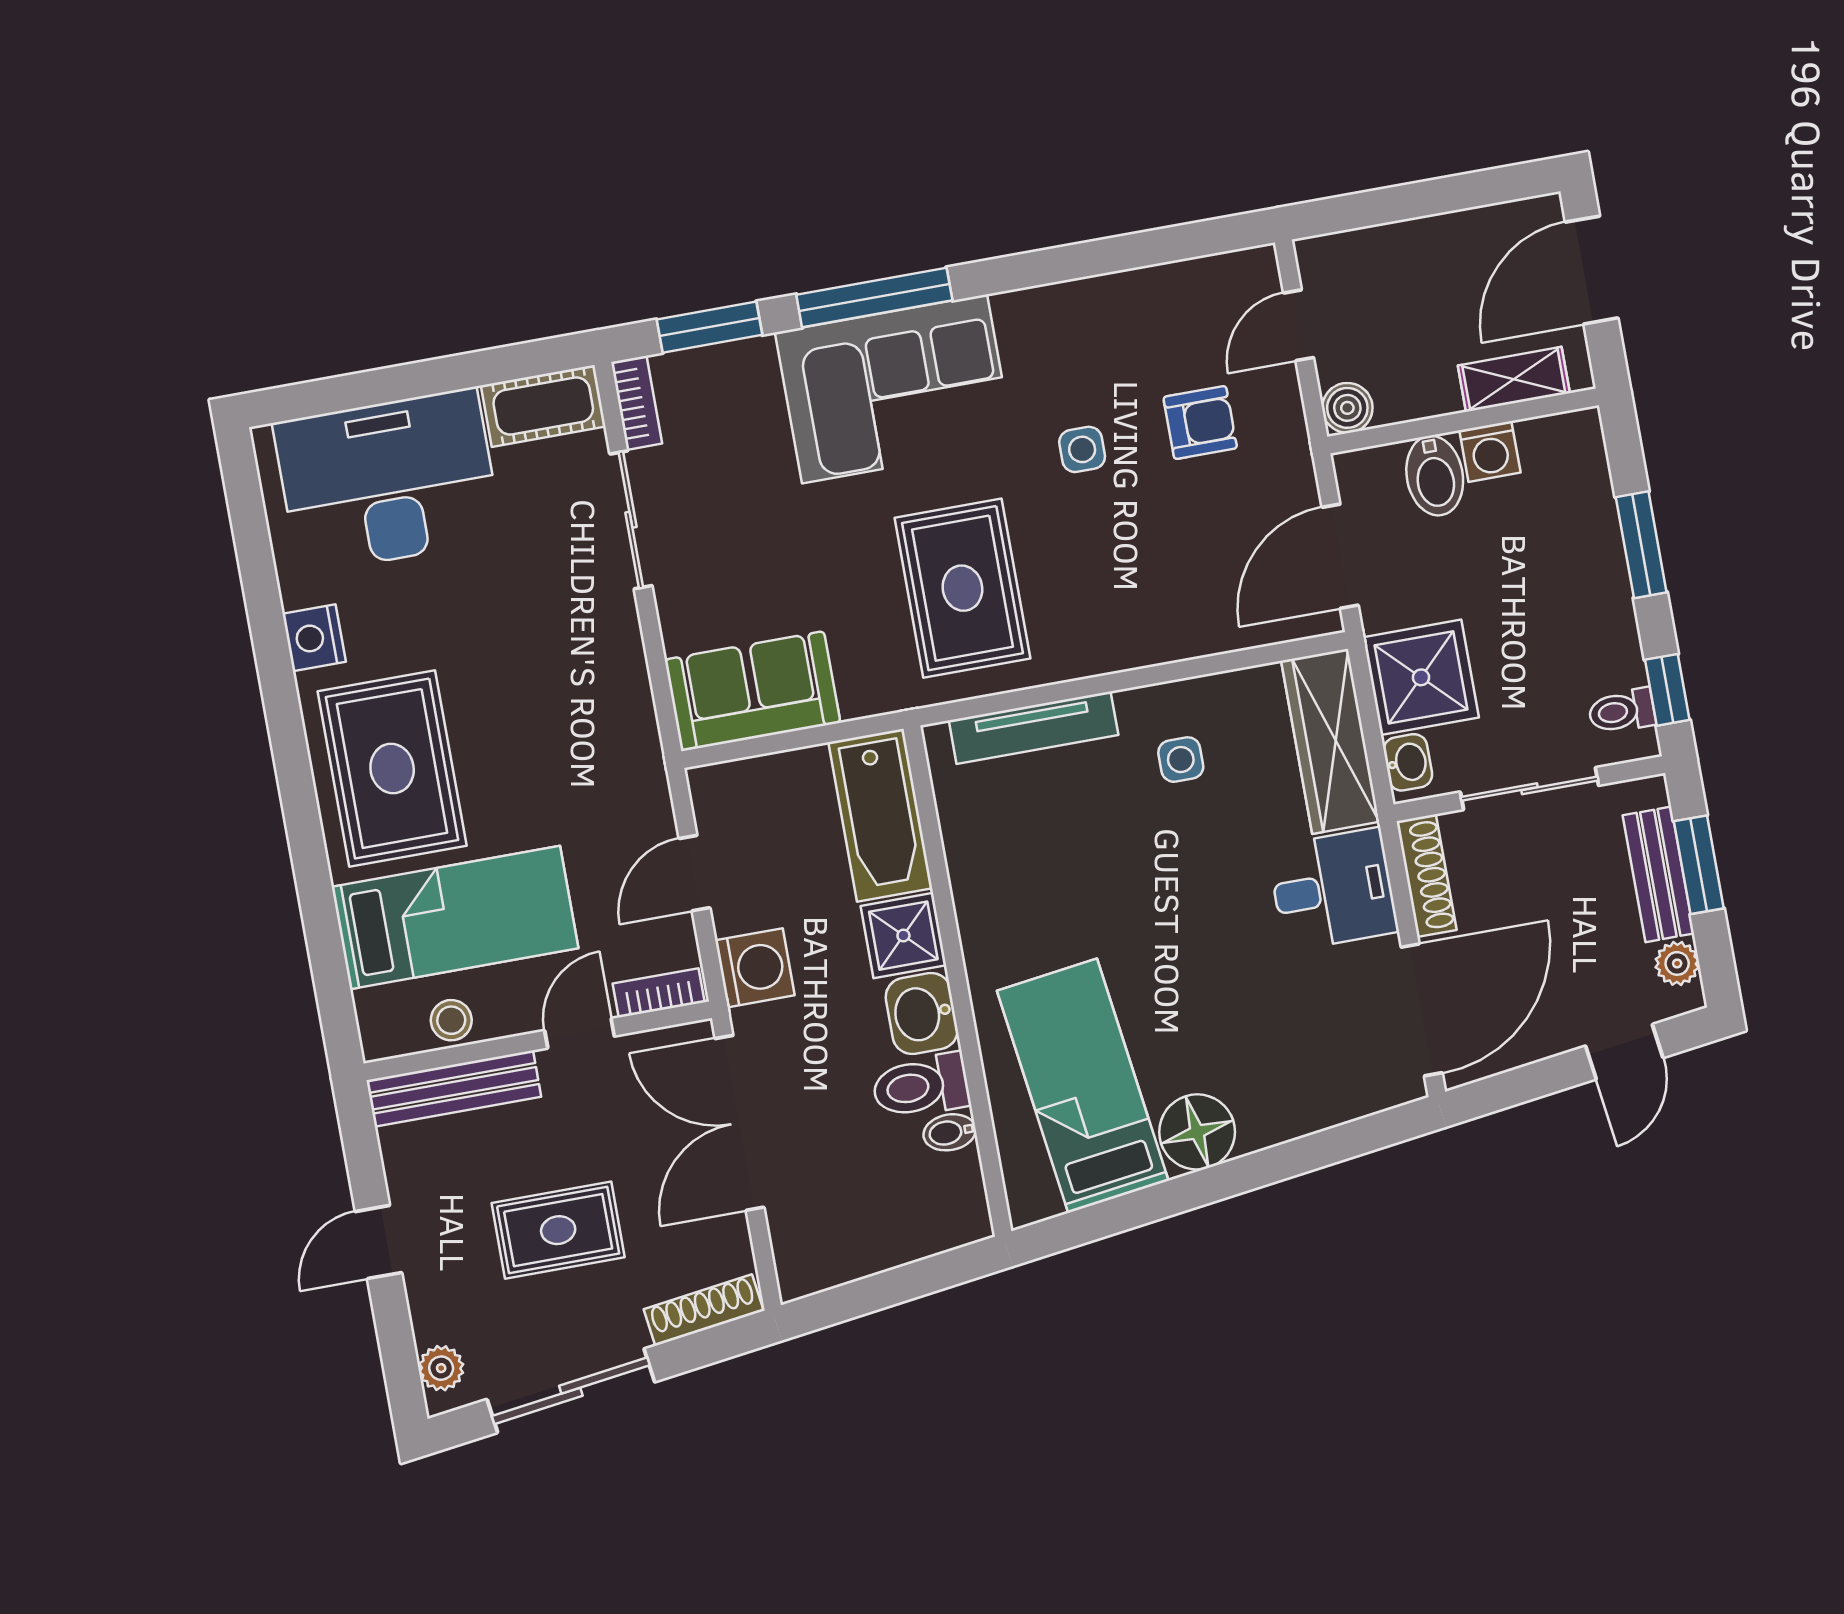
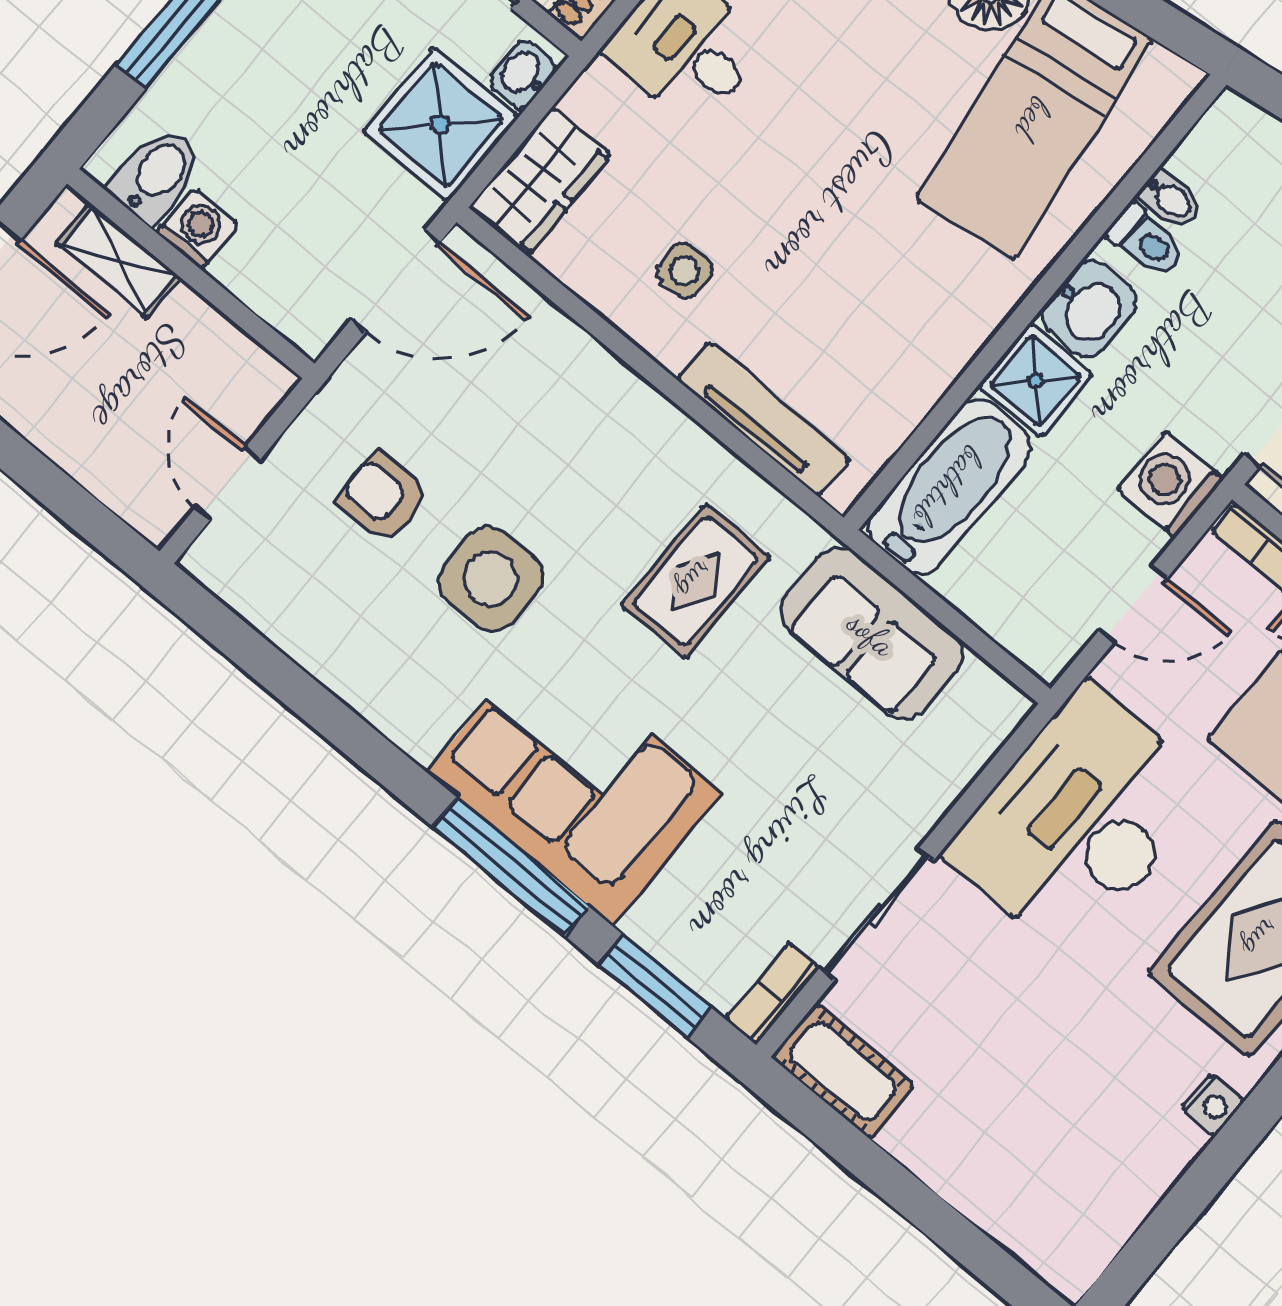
door: (1299, 325) -> (228, 484), swing flipped
boiler: (1347, 408) -> (263, 382), removed
side table: (1082, 449) -> (490, 579), width x1.87, depth x1.87
bidet: (1435, 476) -> (157, 175), moved
desk: (388, 481) -> (1079, 821), moved, turned 90
rug: (962, 588) -> (696, 581), width x0.73, depth x0.70
nightstand: (314, 638) -> (1213, 1105), width x0.72, depth x0.74
sofa: (752, 691) -> (872, 633), moved
wardrobe: (1330, 741) -> (540, 181), width x0.67
toilet: (921, 1086) -> (1146, 241), width x0.73, depth x0.72

